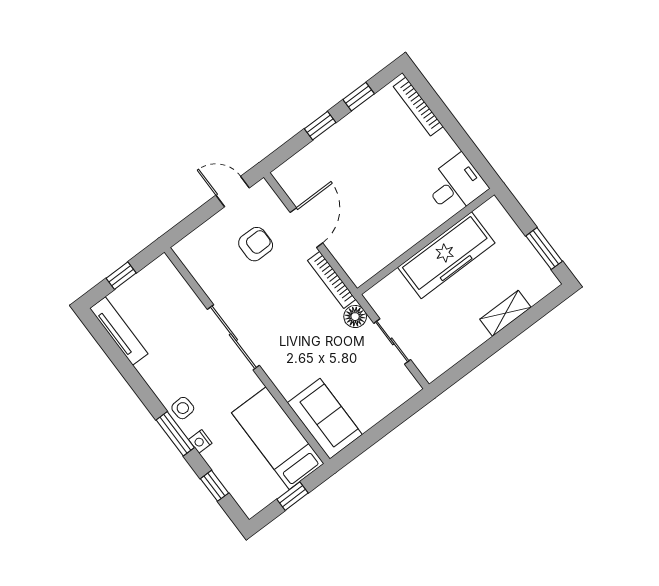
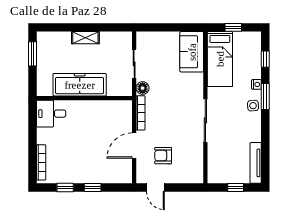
shelving: (505, 313) -> (85, 38), moved

